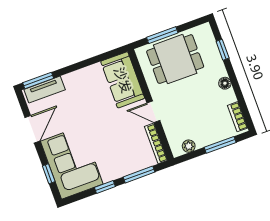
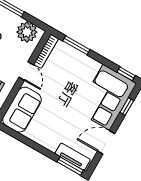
plant: (189, 146) -> (27, 32), width x1.88, depth x1.88
window: (105, 187) -> (126, 74), moved

